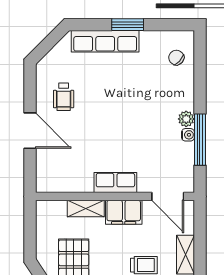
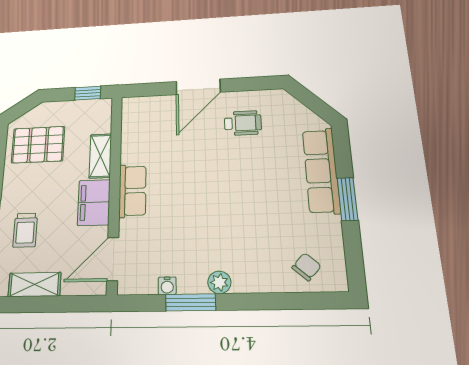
wheelchair: (64, 97) -> (243, 123), turned 180
water cooler: (188, 135) -> (167, 286), moved
window: (200, 140) -> (191, 302), width x0.69
window: (30, 221) -> (88, 93), added

